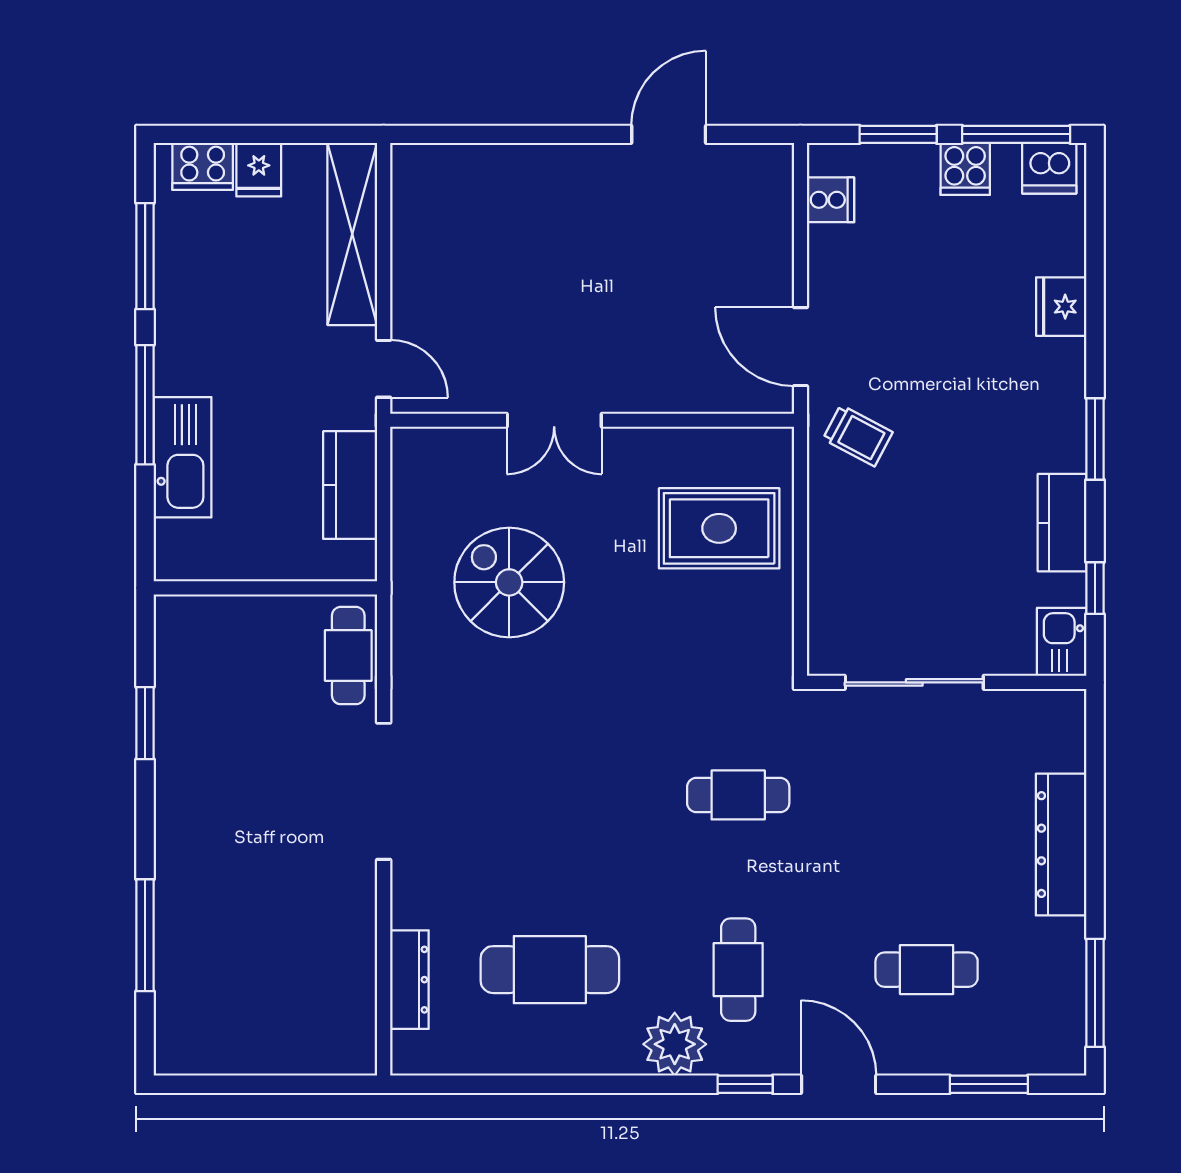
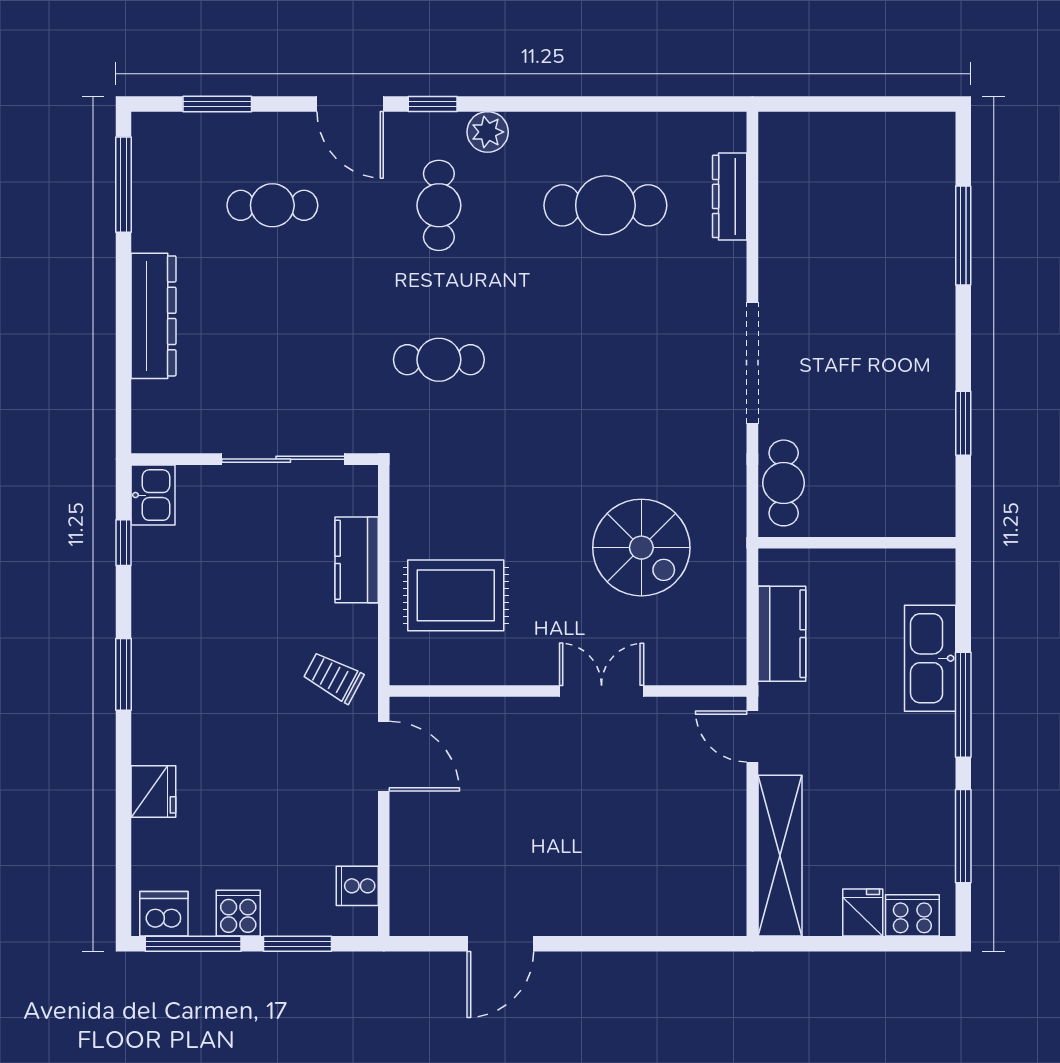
kitchen counter: (1062, 523) -> (357, 560), moved, turned 180
plant: (675, 1044) -> (488, 132), width x0.73, depth x0.73

